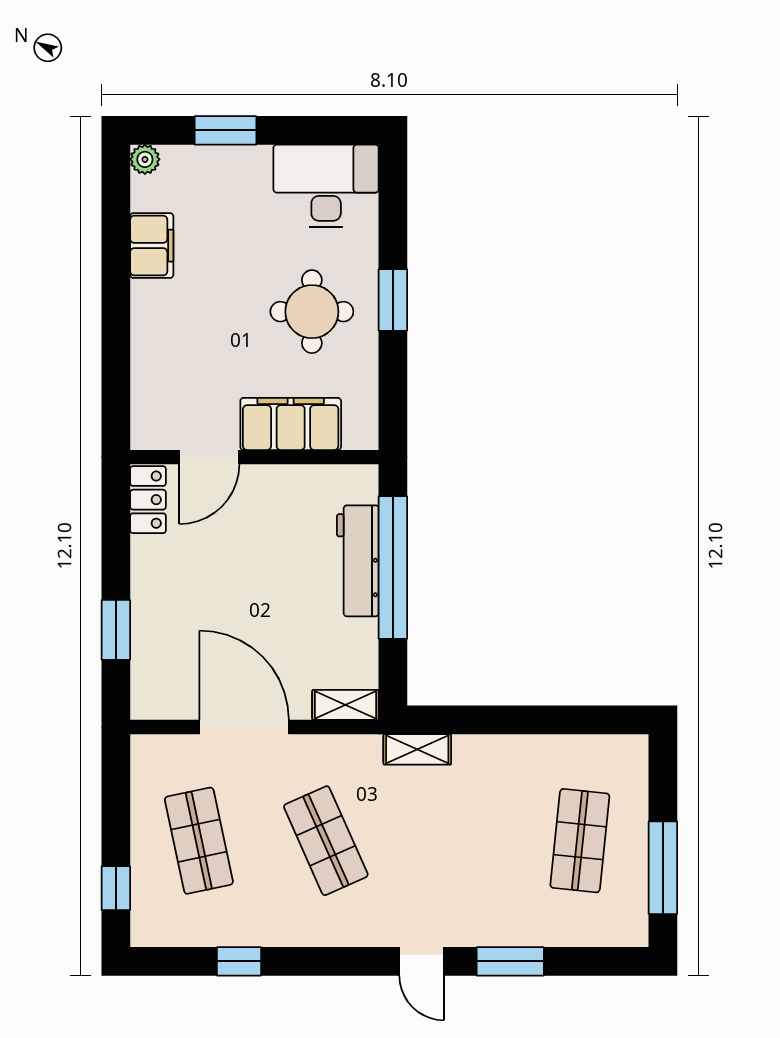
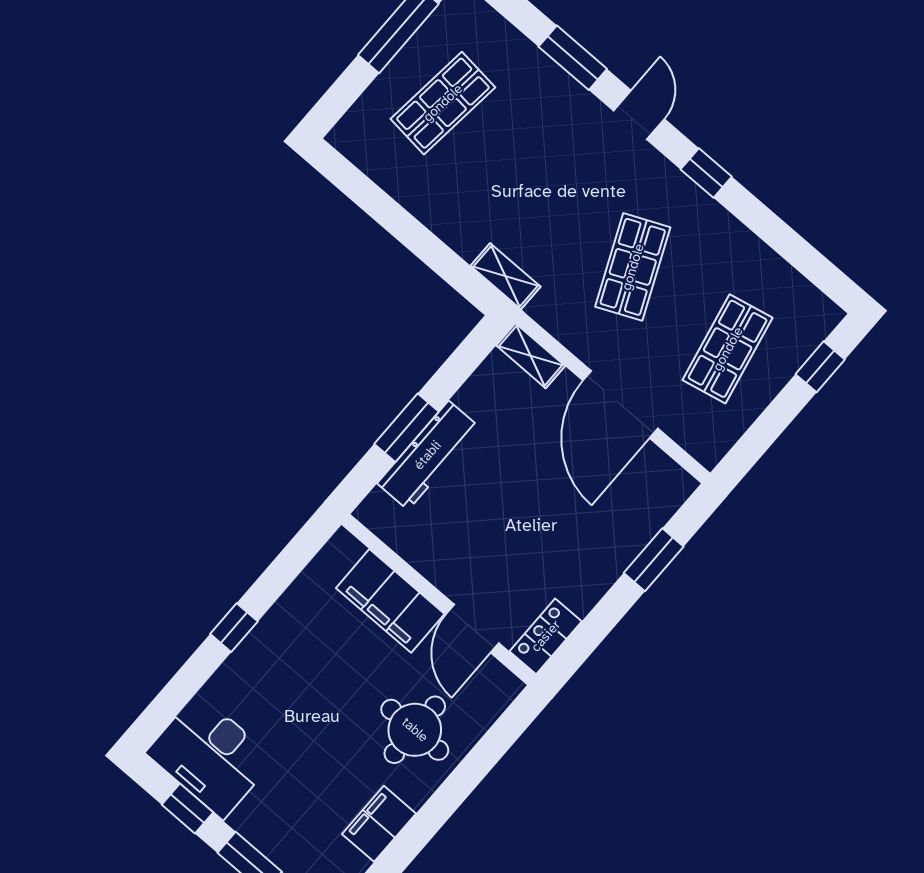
window: (309, 130) -> (187, 809), added
window: (393, 300) -> (234, 628), width x0.67
round table: (312, 312) -> (415, 730), moved
door: (209, 457) -> (472, 629), swing flipped
window: (393, 568) -> (406, 428), width x0.47
window: (239, 961) -> (706, 173), moved

